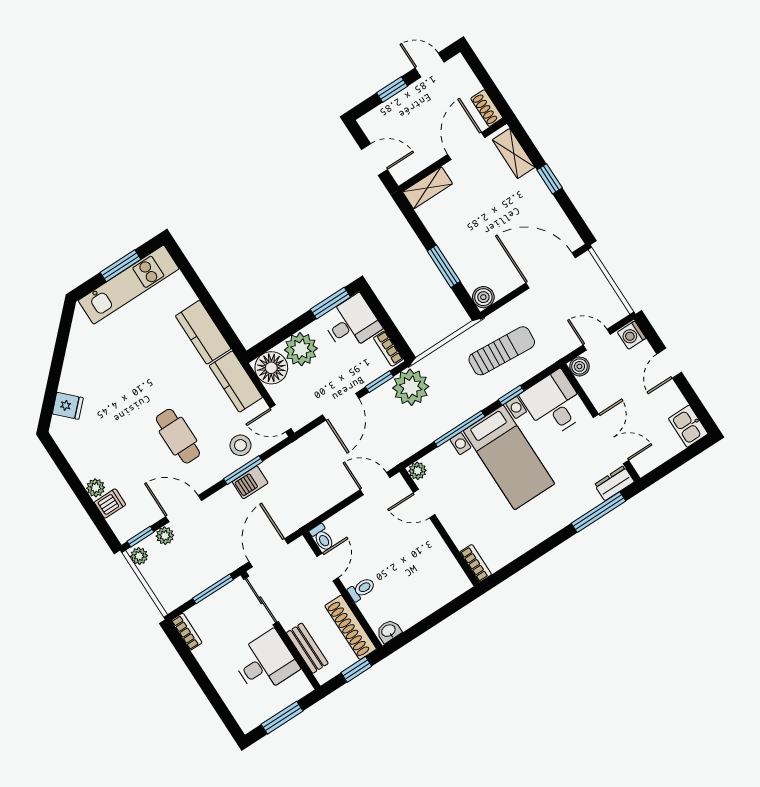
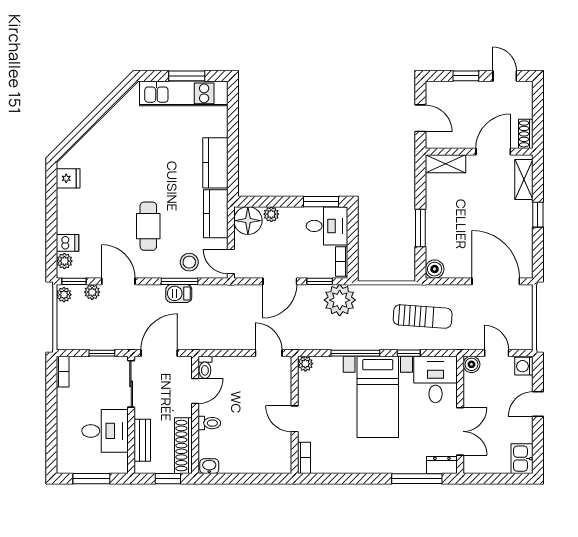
plant: (301, 349) -> (271, 214), width x0.53, depth x0.53
fridge: (68, 406) -> (68, 178), moved, turned -45
plant: (96, 488) -> (64, 261), moved
door: (424, 504) -> (295, 419), moved
window: (213, 589) -> (102, 353), width x0.67

